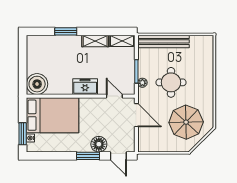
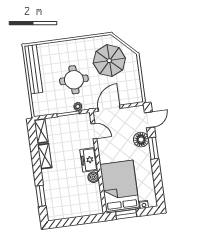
window: (66, 31) -> (41, 196), moved
bench: (163, 41) -> (33, 69), moved
boiler: (37, 84) -> (93, 177), moved, width x0.54, depth x0.54
door: (114, 96) -> (94, 131), swing flipped
window: (23, 134) -> (126, 214), moved

